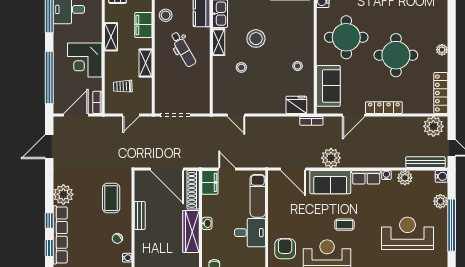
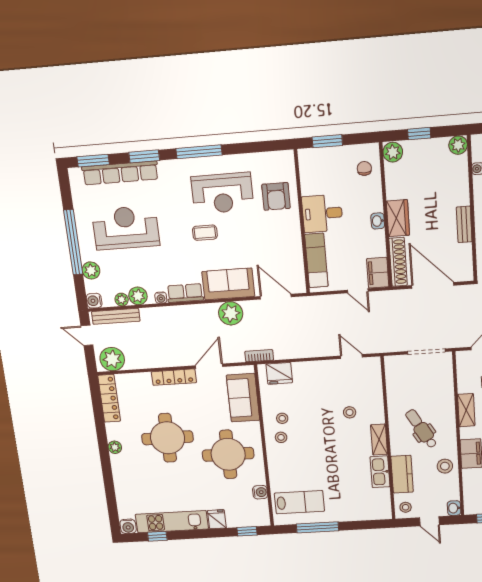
stool: (256, 39) -> (281, 437), moved, width x0.53, depth x0.53
plant: (419, 176) -> (122, 300), added
wardrobe: (191, 231) -> (398, 218), width x0.67
reception desk: (408, 233) -> (126, 228), turned 180

